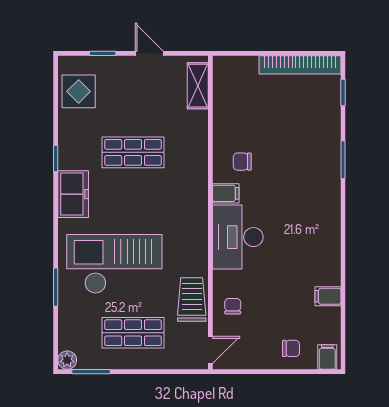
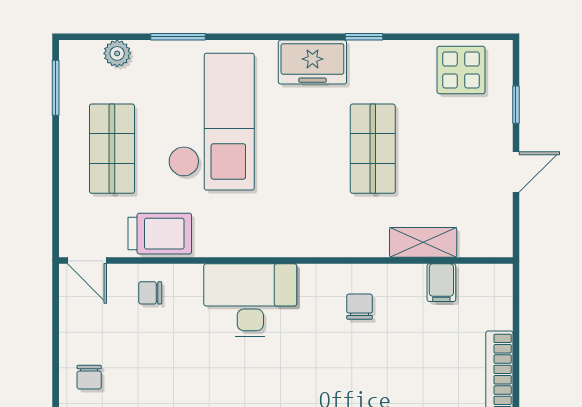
shelving: (198, 86) -> (423, 242), moved
filing cabinet: (226, 193) -> (441, 283), moved
chair: (233, 306) -> (150, 293), turned 180
plant: (67, 360) -> (117, 53), moved

